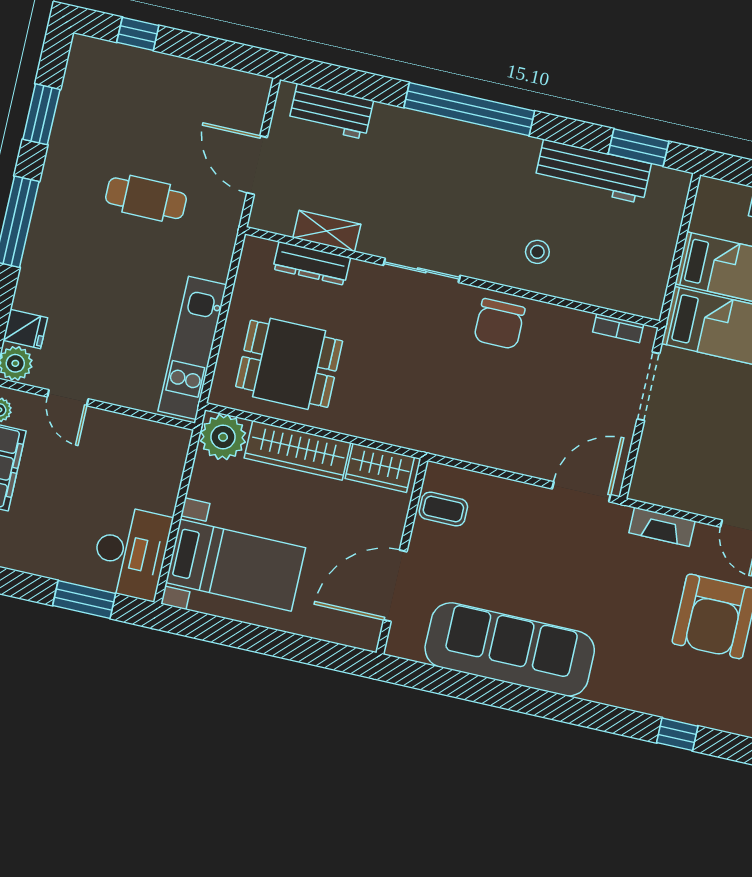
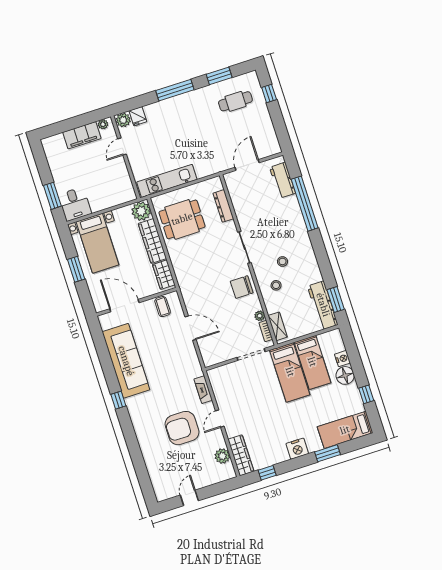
window: (469, 109) -> (305, 204), moved
workbench: (593, 172) -> (323, 305), moved
cafe table: (146, 198) -> (235, 101), moved, turned 90
stool: (497, 210) -> (282, 261), added
shelving: (327, 231) -> (278, 326), moved
plant: (580, 322) -> (260, 316), added
dining table: (289, 364) -> (182, 219), turned 90
door: (581, 492) -> (191, 328), moved
desk: (131, 553) -> (75, 204), width x0.73
window: (263, 640) -> (76, 269), added
window: (677, 734) -> (118, 400), moved

